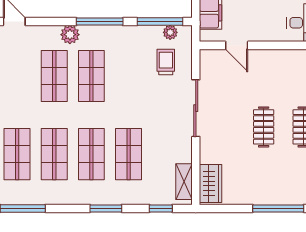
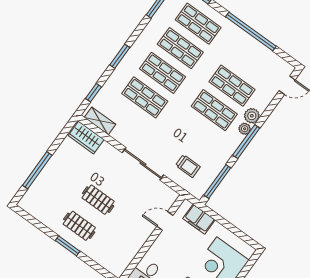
plant: (170, 32) -> (245, 129), moved

